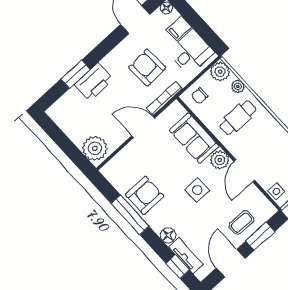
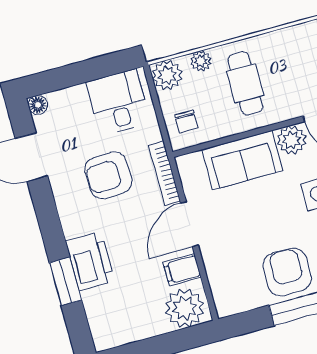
filing cabinet: (179, 28) -> (182, 270), moved, turned 90

